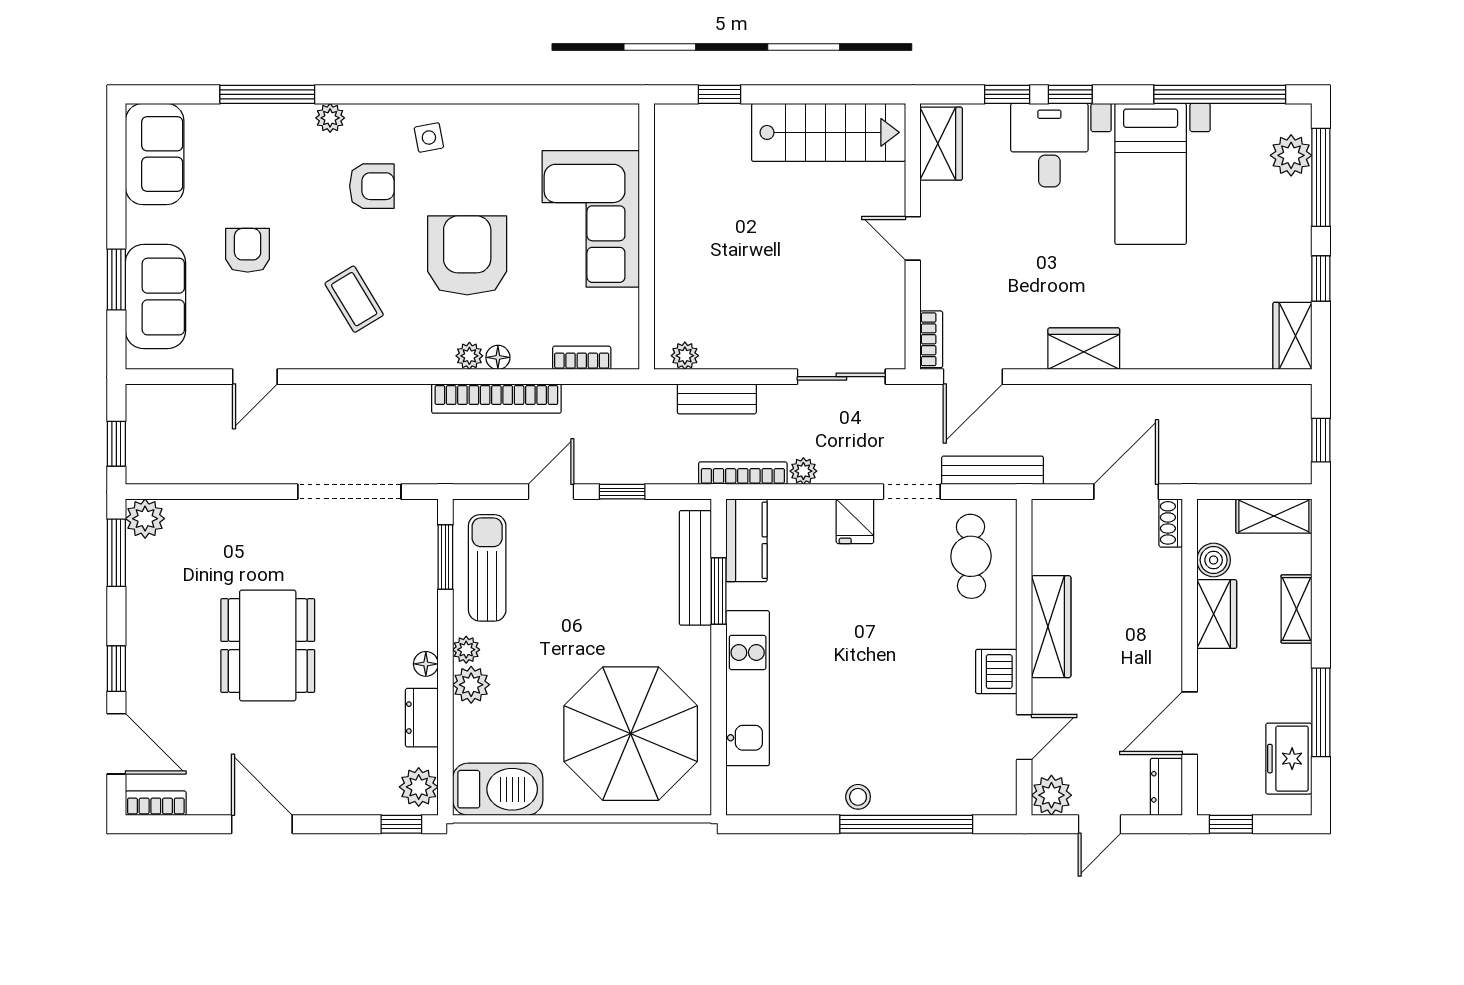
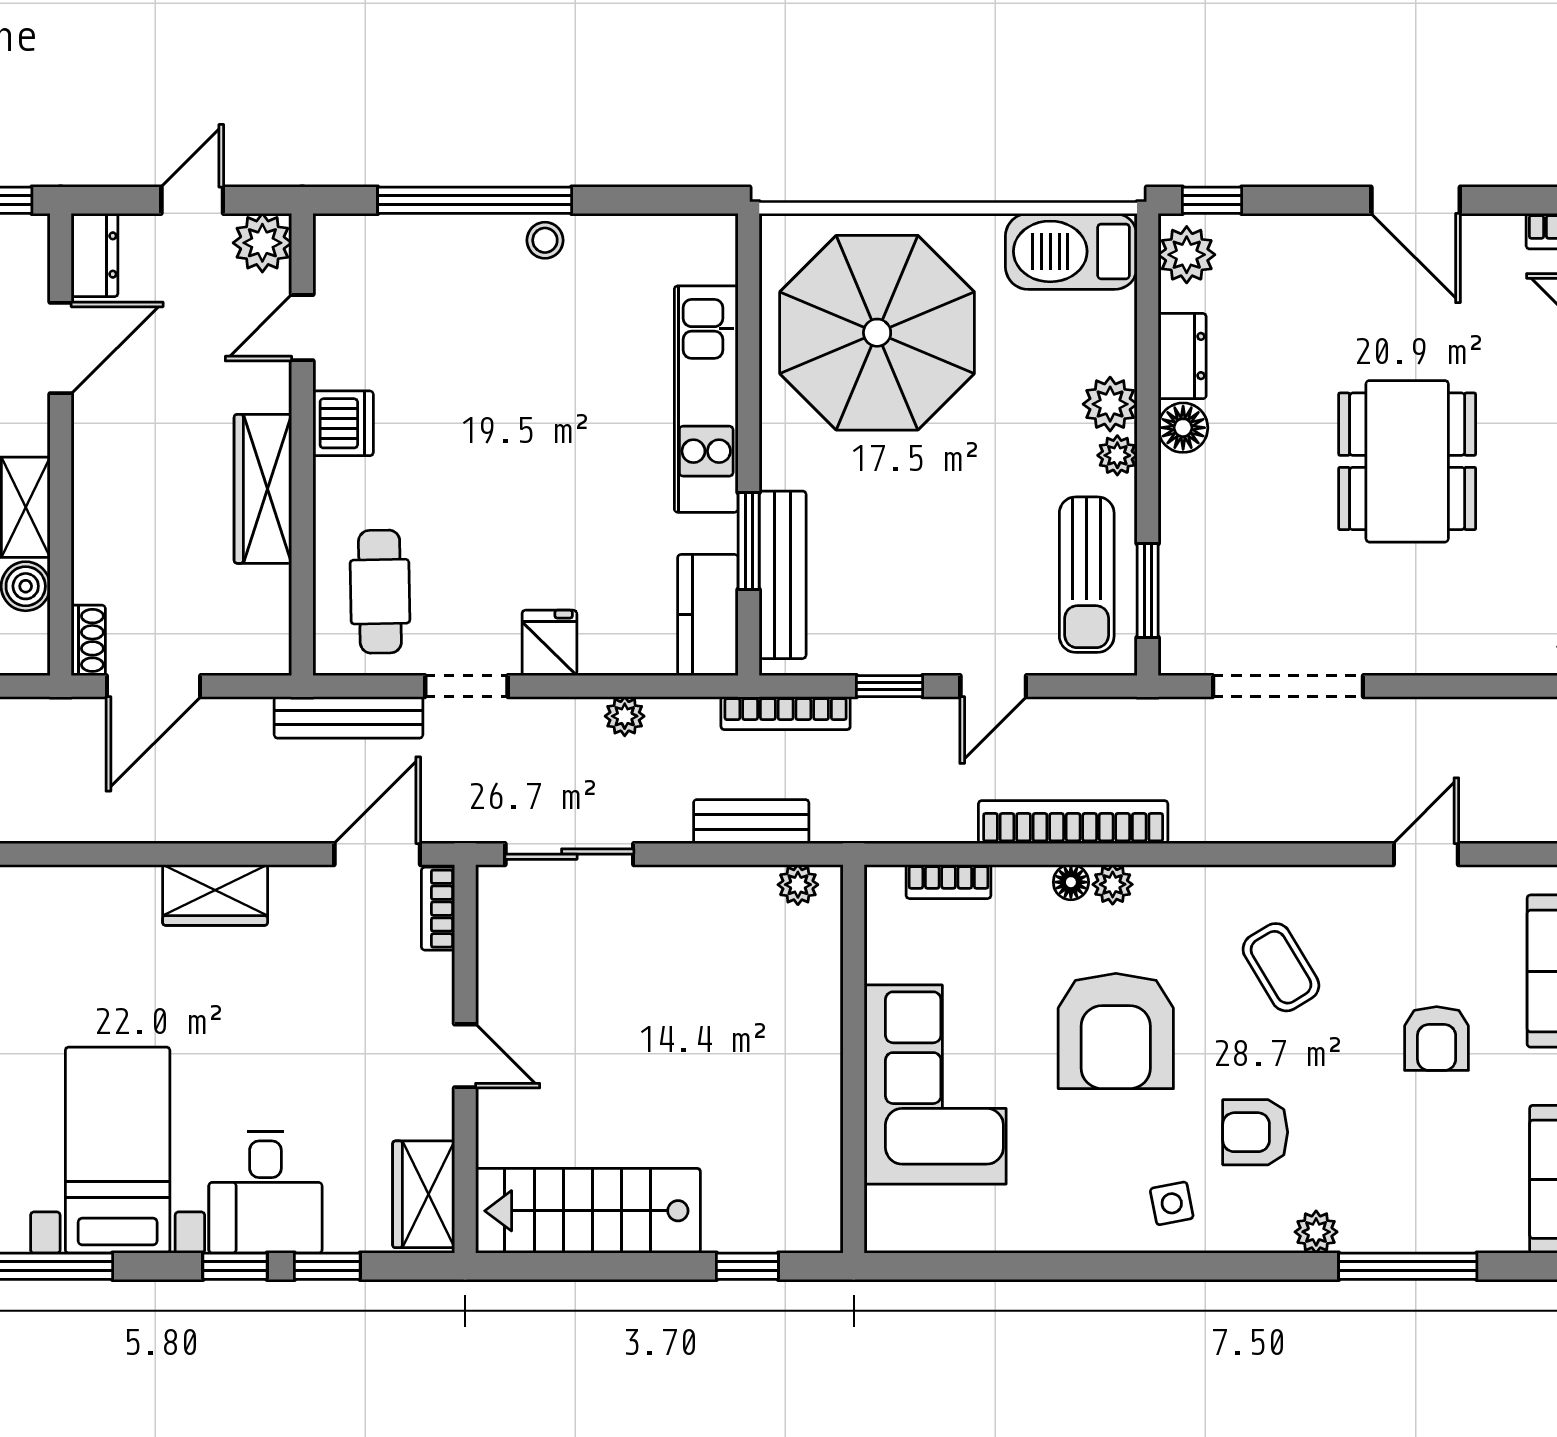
bookcase: (743, 473) -> (786, 713), moved
floor lamp: (426, 664) -> (1183, 428), width x1.37, depth x1.37

